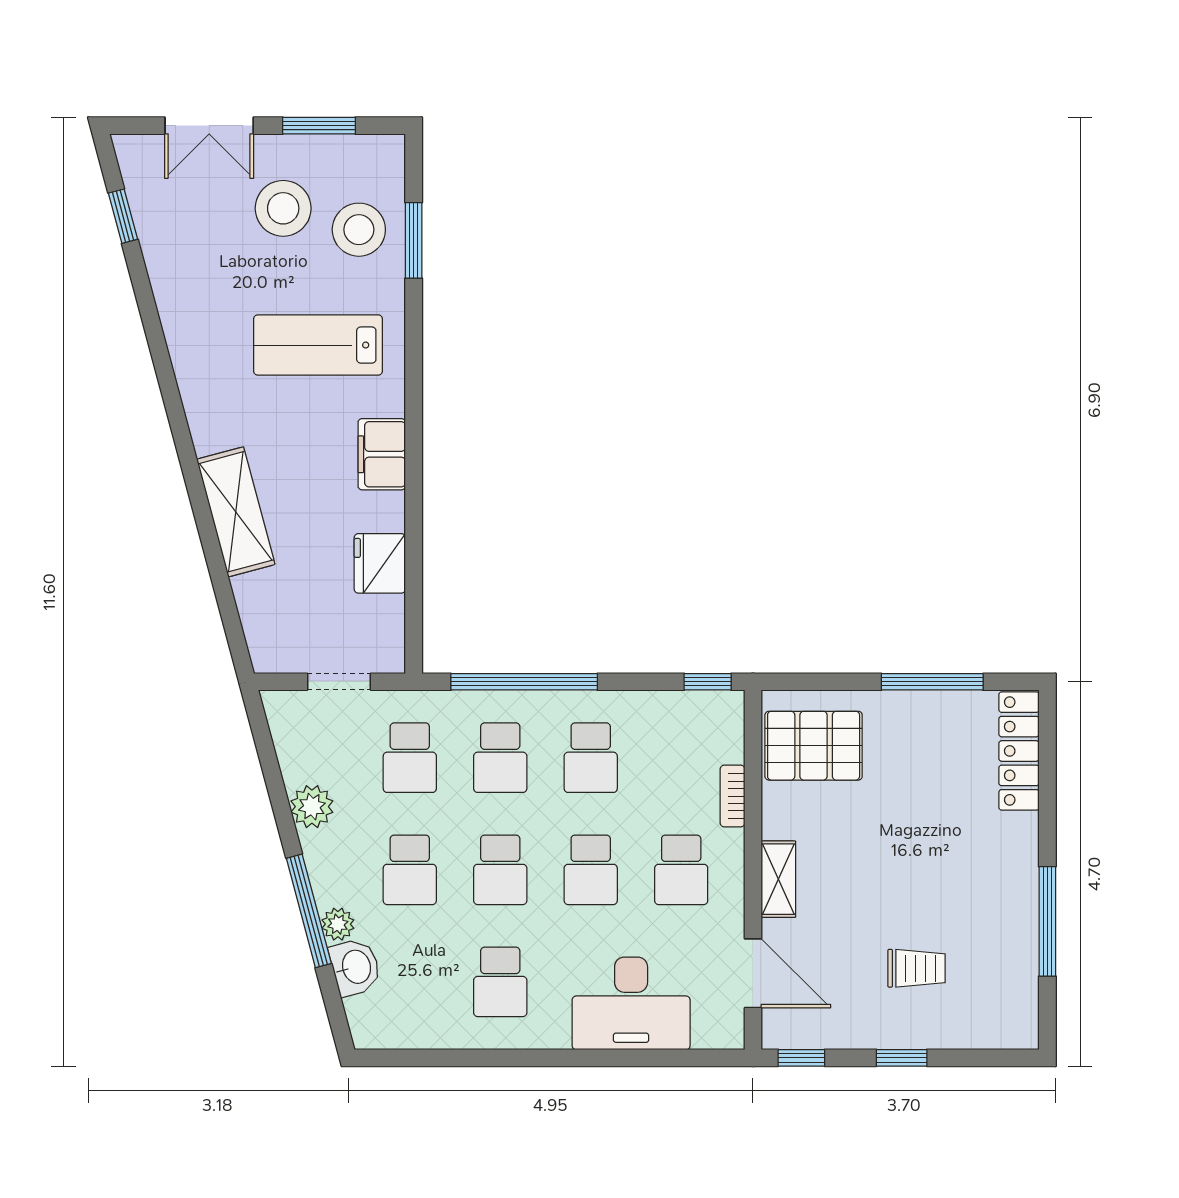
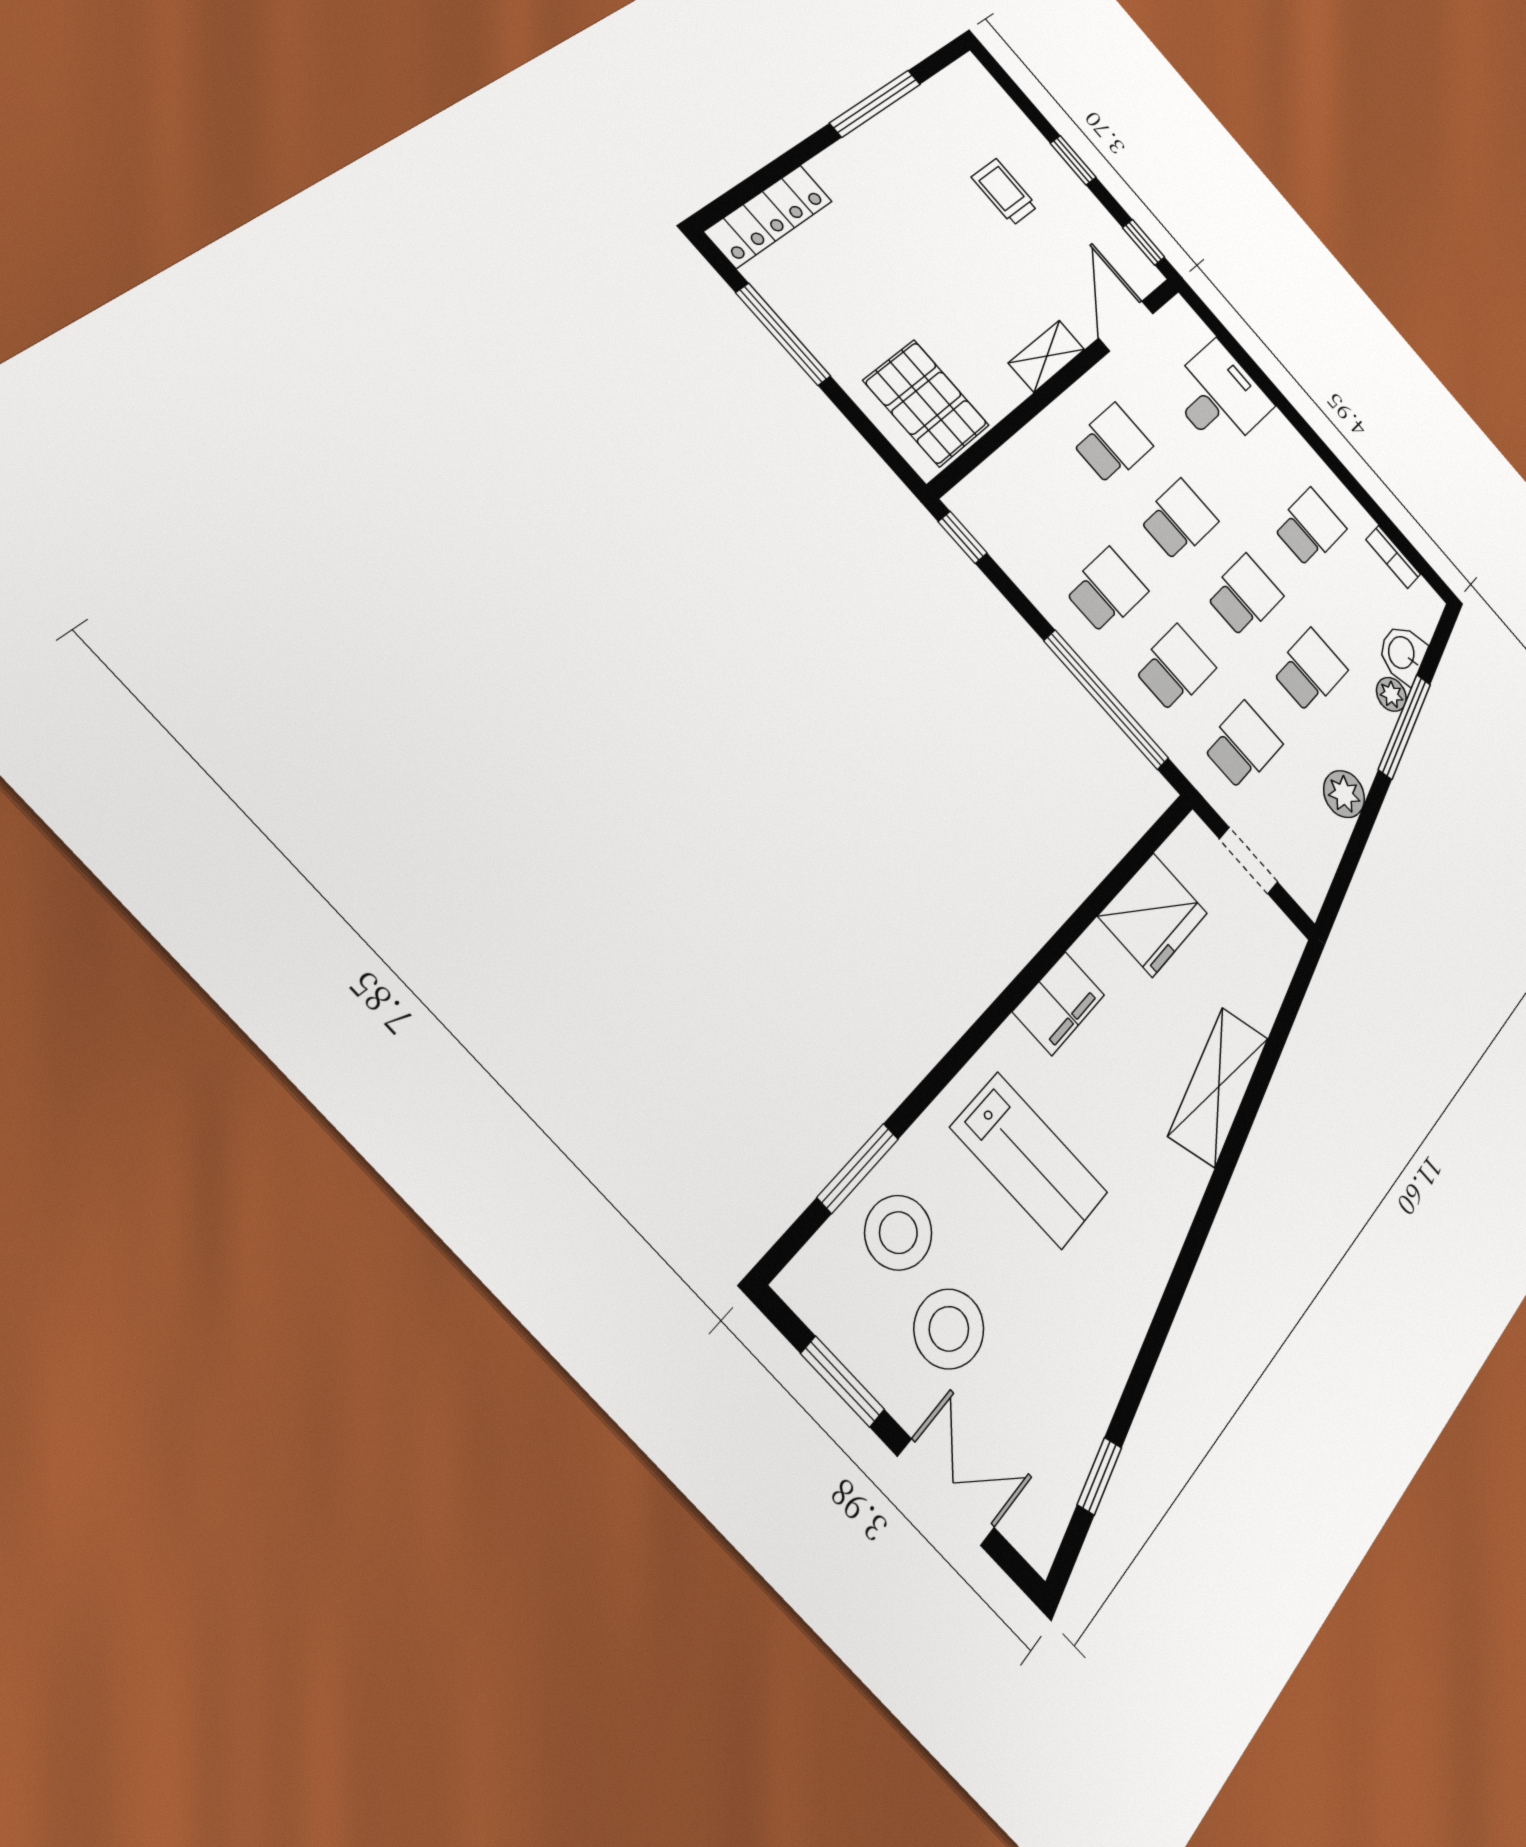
fridge: (380, 563) -> (1153, 915), width x1.36, depth x1.34
bookcase: (732, 796) -> (1393, 557), moved, turned 90
desk: (631, 1003) -> (1219, 397), width x0.73

